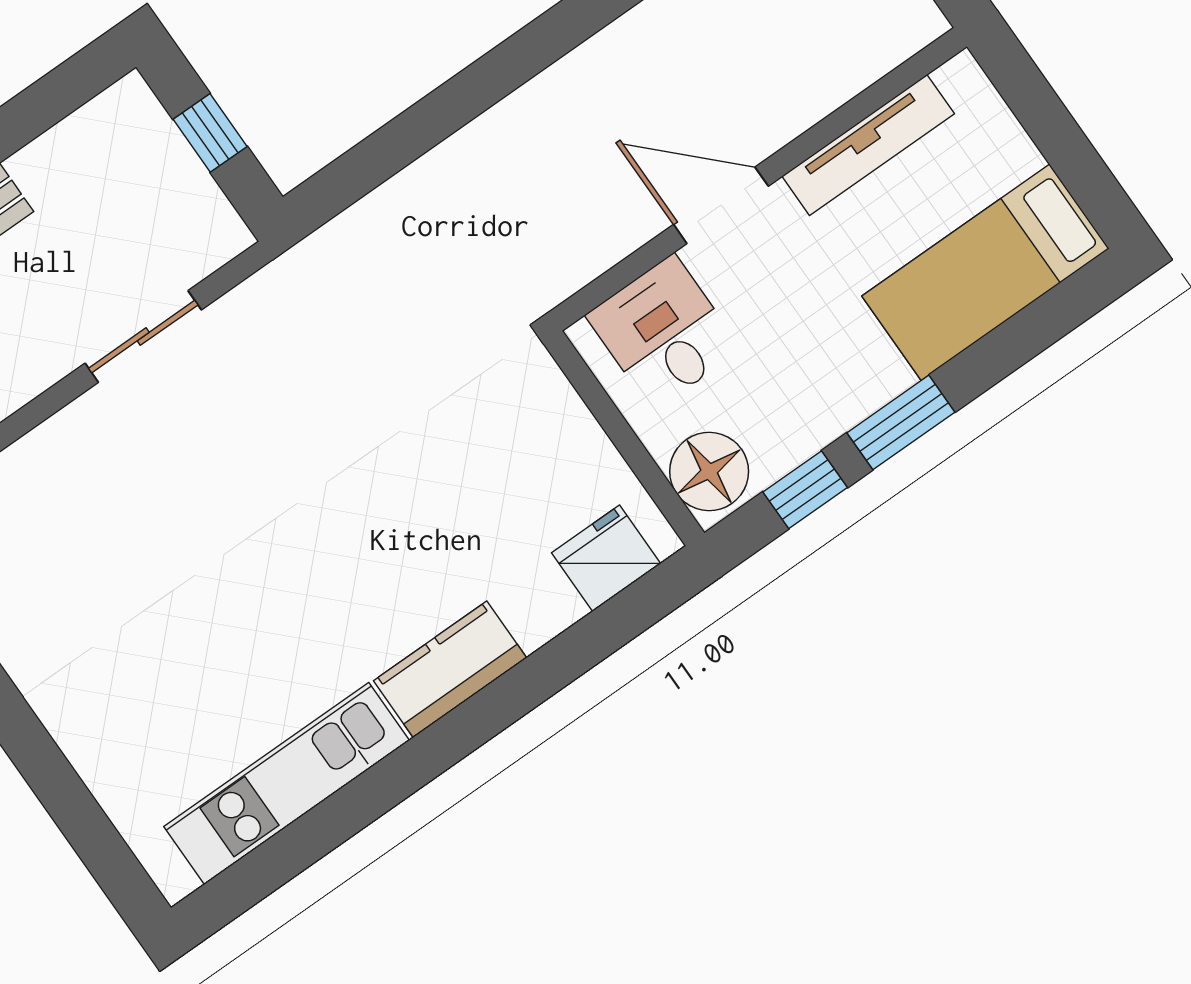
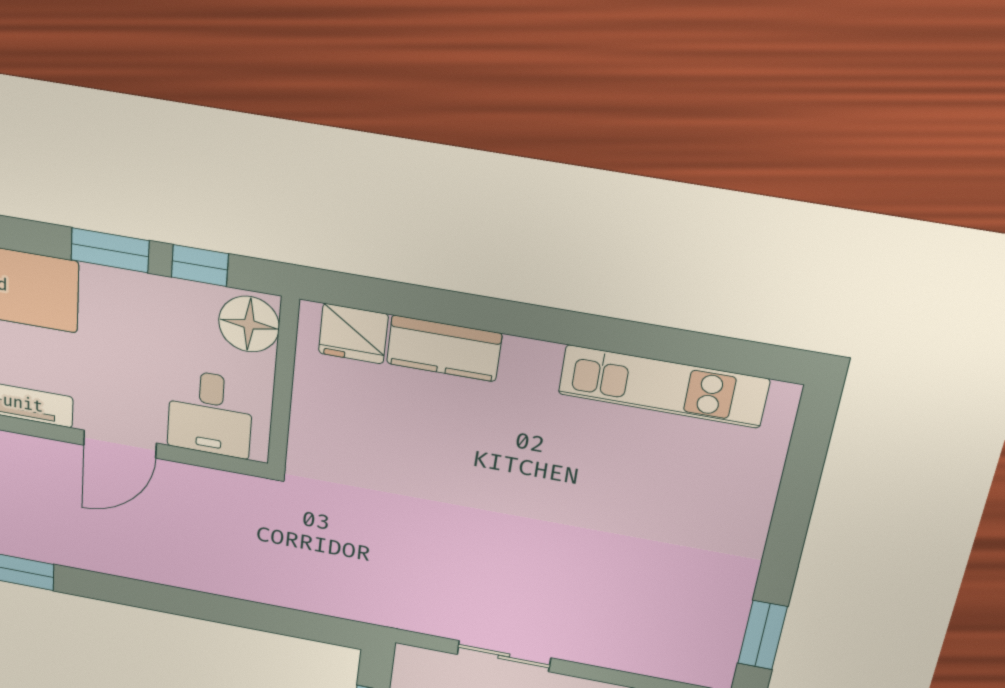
door: (721, 205) -> (120, 444), hinge flipped
kitchen counter: (450, 669) -> (444, 348), moved

